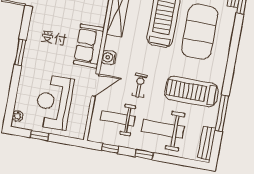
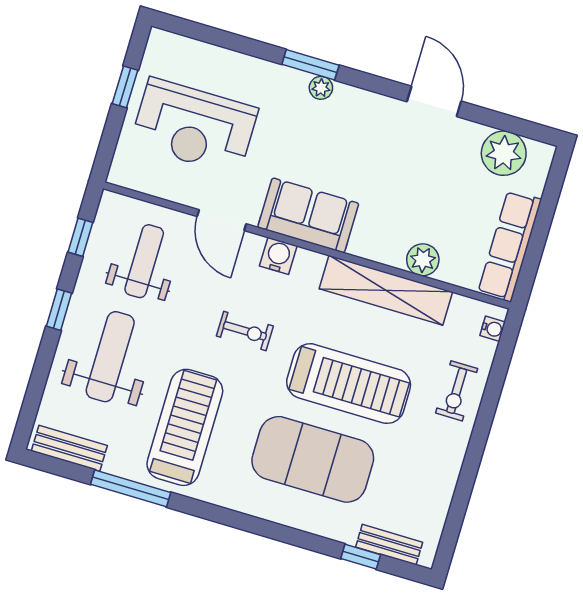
exercise bike: (140, 85) -> (245, 331), moved
reception desk: (54, 102) -> (194, 126), turned 180
plant: (18, 116) -> (321, 88), moved

